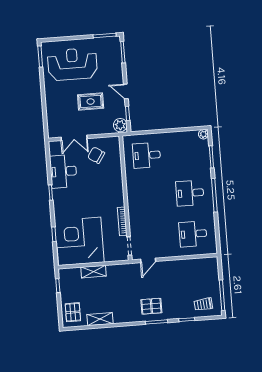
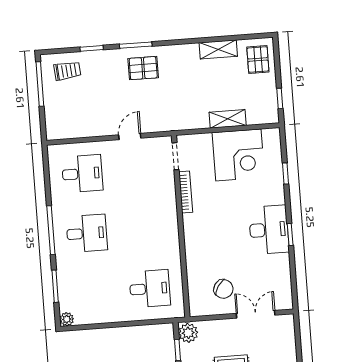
desk: (63, 171) -> (269, 230), moved
corner desk: (80, 241) -> (238, 155), width x0.74, depth x0.74
door: (148, 260) -> (130, 136), moved

